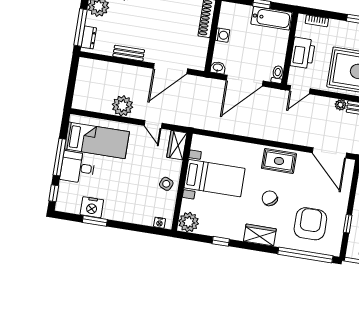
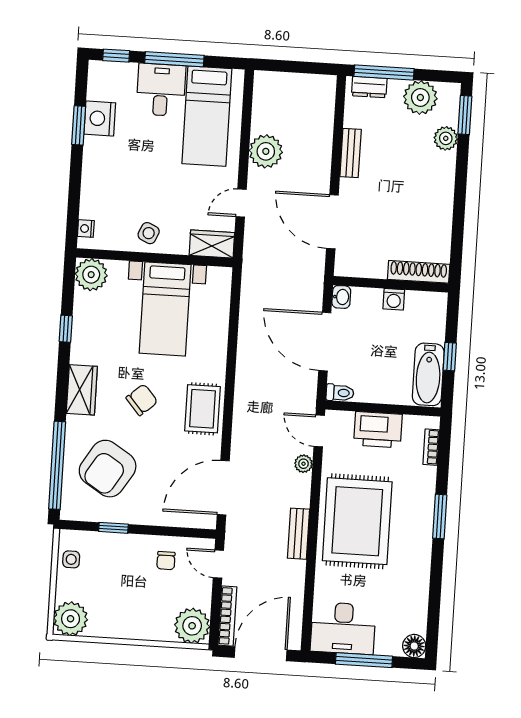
plant: (341, 105) -> (303, 464), moved
armchair: (310, 224) -> (108, 469), turned 122

